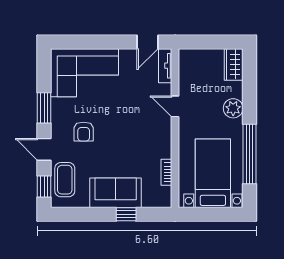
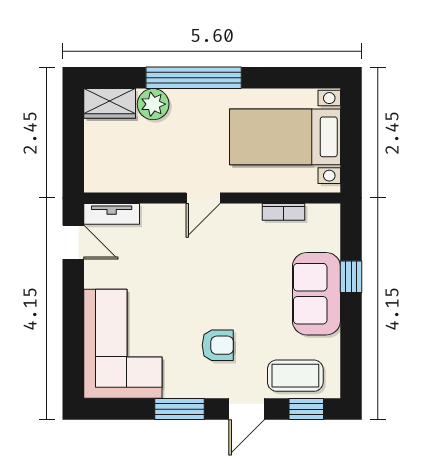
door: (175, 106) -> (203, 198), moved
plant: (233, 108) -> (153, 104), moved
window: (249, 154) -> (194, 78), moved

